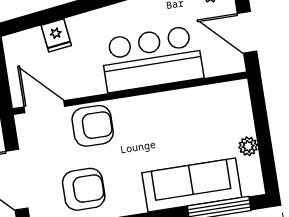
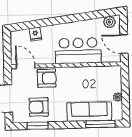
armchair: (84, 189) -> (39, 107), turned 180

